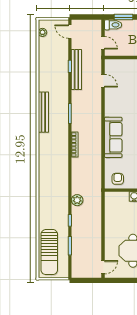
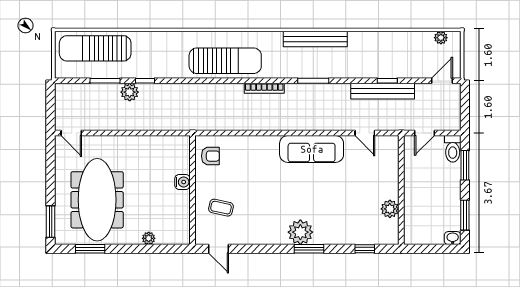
door: (103, 81) -> (365, 133), hinge flipped
sofa: (113, 137) -> (312, 149), moved
sun lounger: (57, 169) -> (225, 61), added
plant: (77, 200) -> (130, 92), moved

